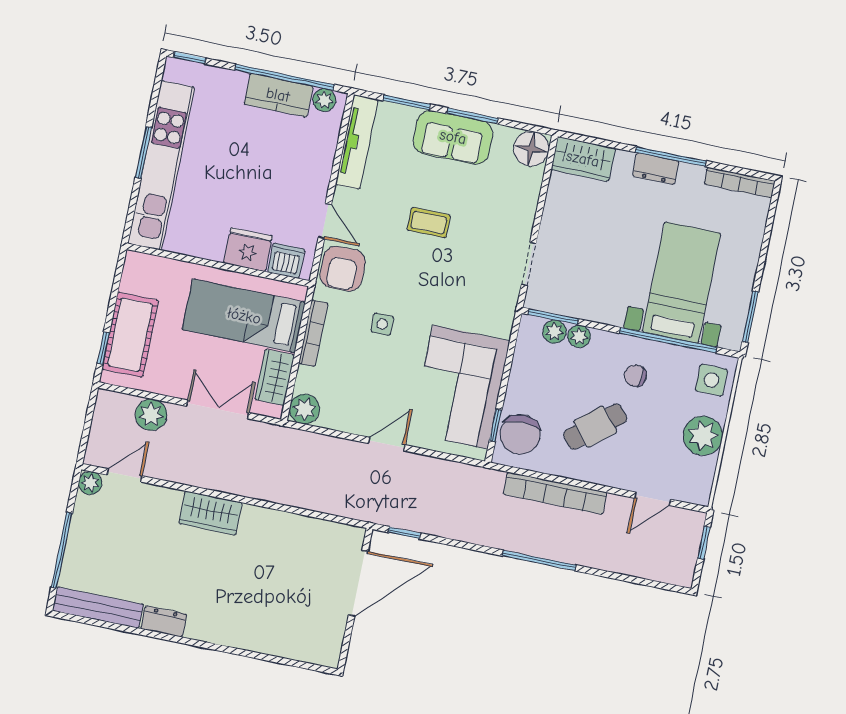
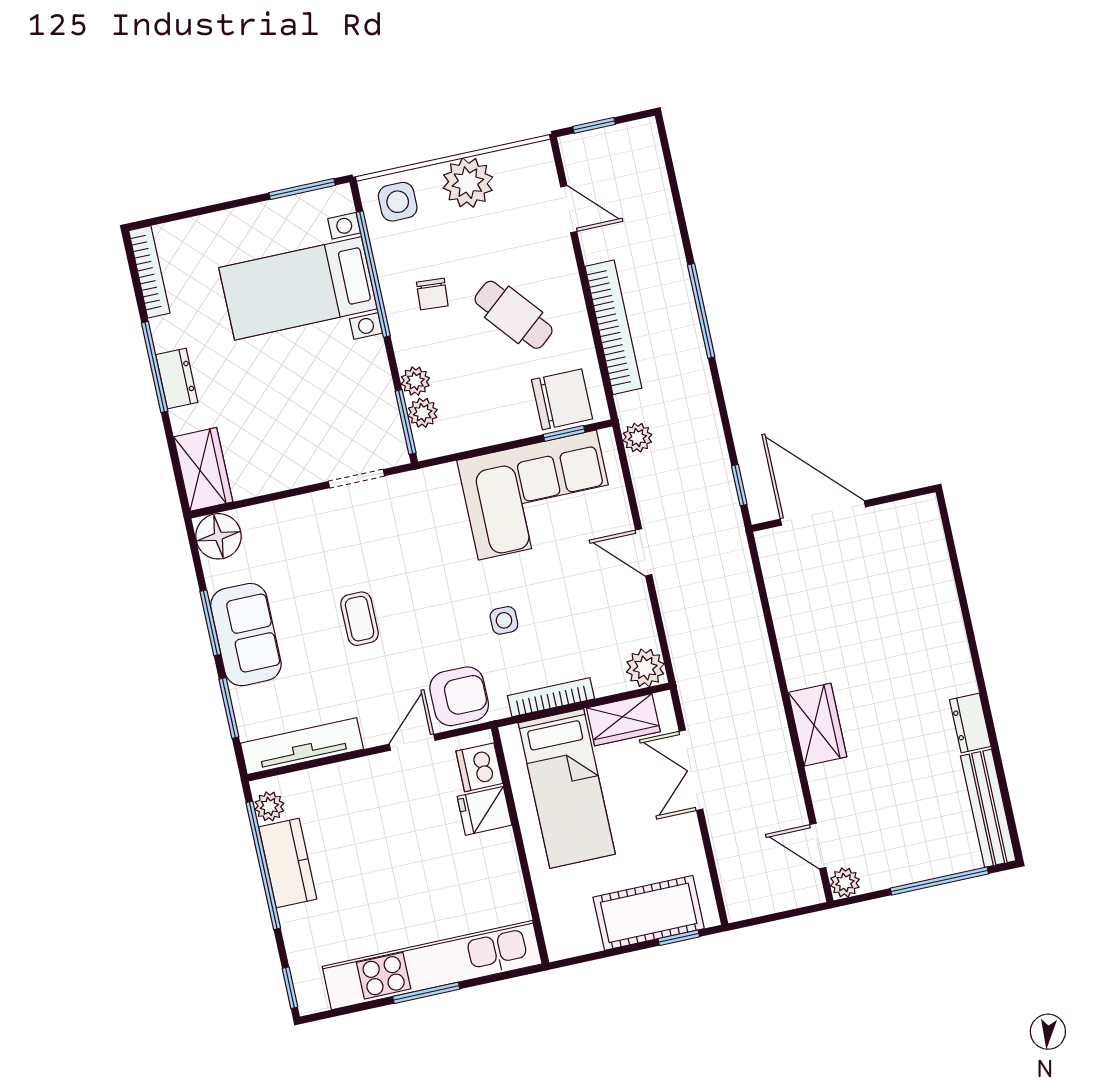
fridge: (248, 250) -> (484, 811), width x0.72
plant: (151, 415) -> (637, 438), moved, width x0.73, depth x0.73

